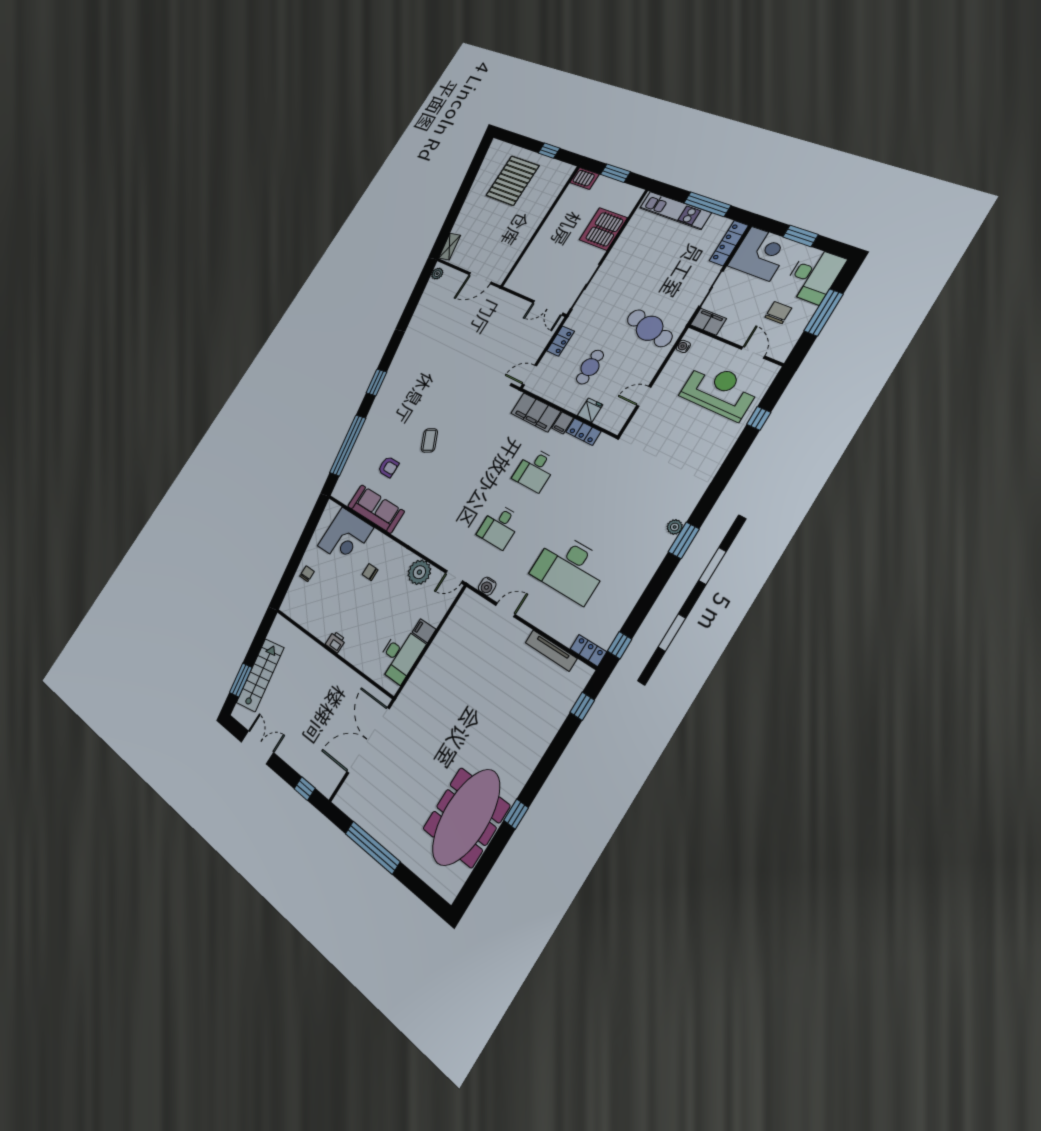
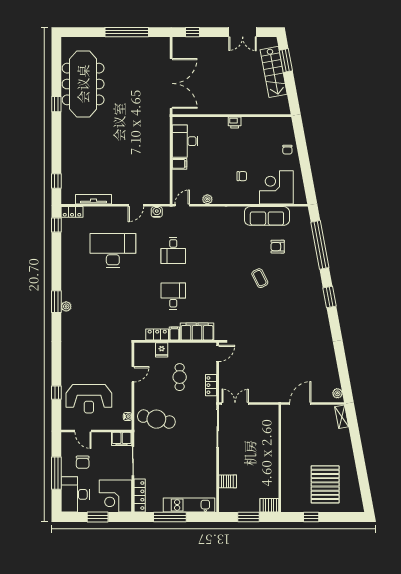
server rack: (603, 229) -> (228, 481), width x0.46, depth x0.70
desk: (499, 526) -> (173, 251), turned 180
plant: (419, 572) -> (207, 199), width x0.53, depth x0.53

